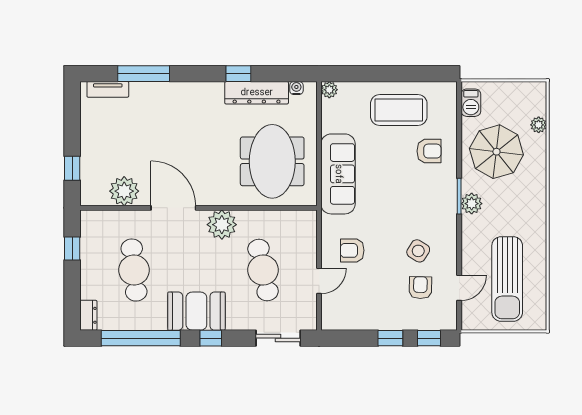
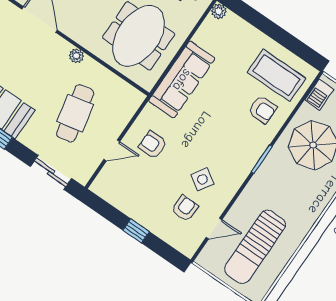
coffee table: (399, 110) -> (276, 75), moved
plant: (472, 204) -> (267, 171), removed
plant: (222, 225) -> (76, 56), width x0.53, depth x0.53
window: (429, 338) -> (165, 251), removed

